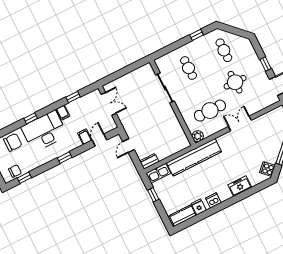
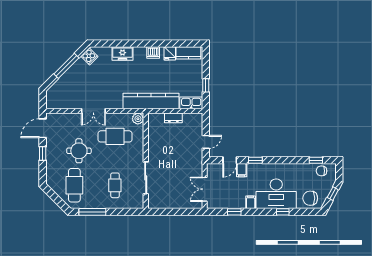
window: (197, 35) -> (92, 212), width x2.17
cafe table: (224, 50) -> (74, 185), width x1.37, depth x1.35
window: (65, 158) -> (255, 160), moved
dresser: (149, 161) -> (173, 118), moved

